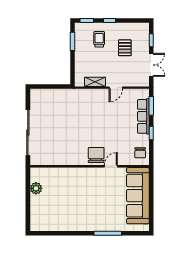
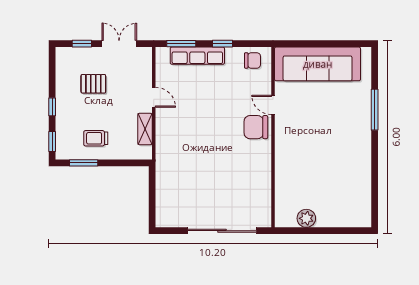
trolley: (99, 39) -> (96, 138), moved

